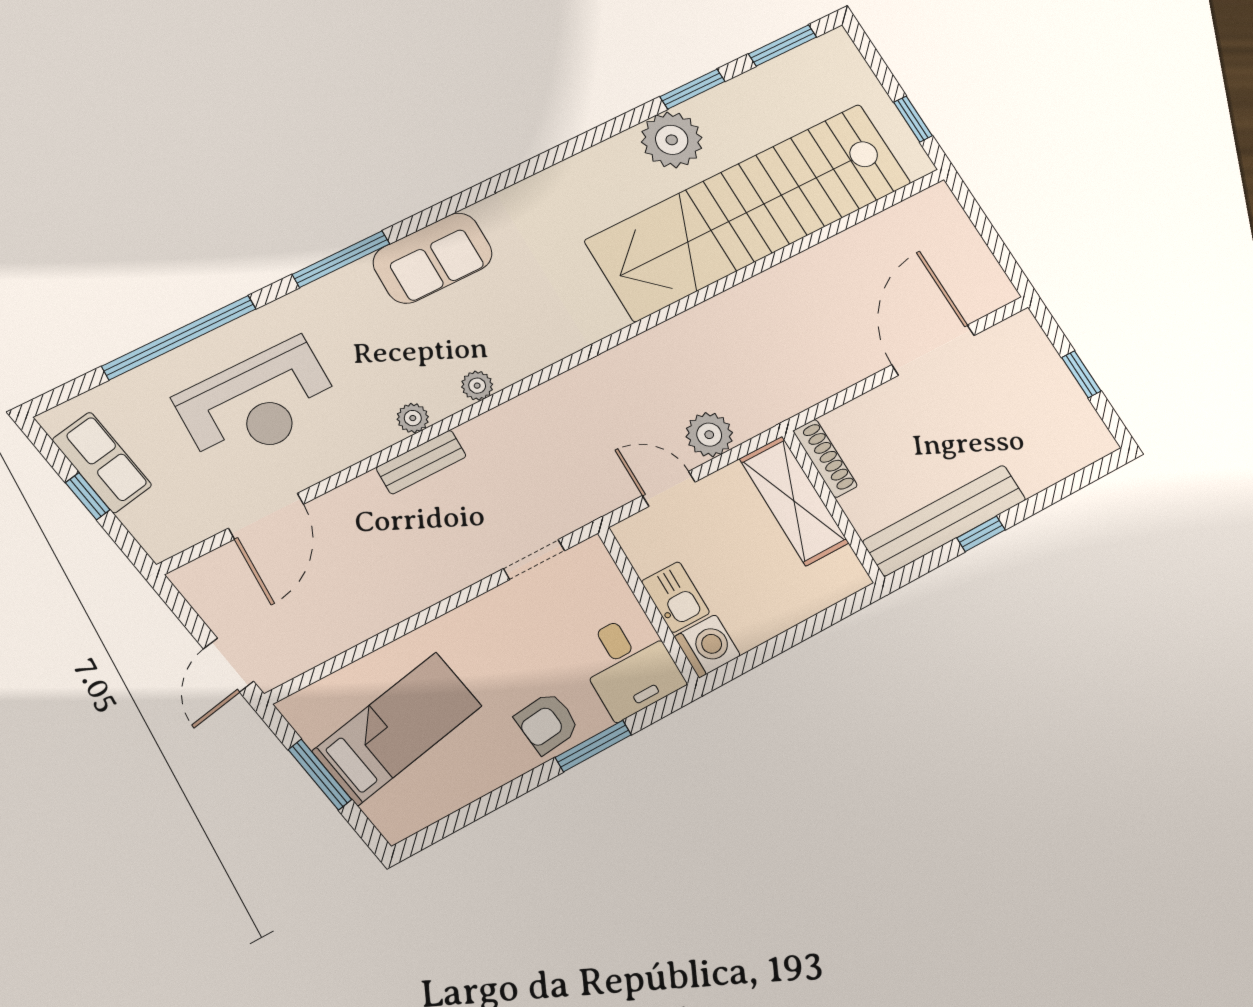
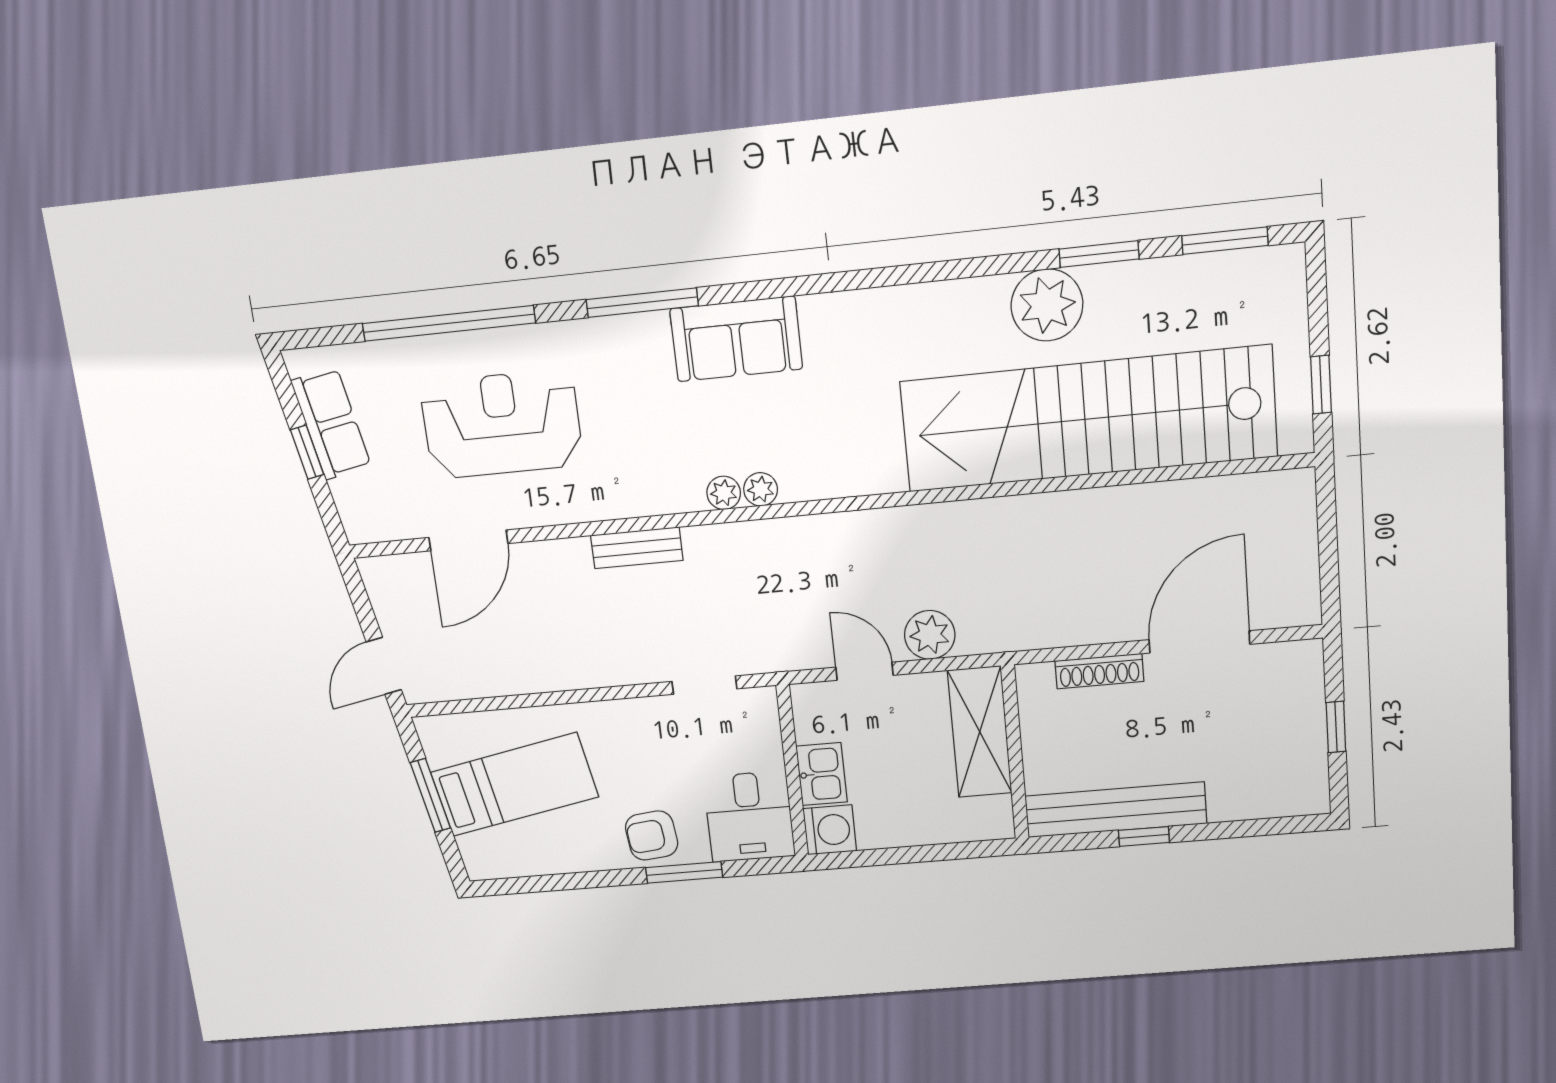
reception desk: (258, 403) -> (502, 424), turned 180
plant: (413, 418) -> (761, 489), moved
shoe rack: (825, 458) -> (1099, 671), moved, turned 90

